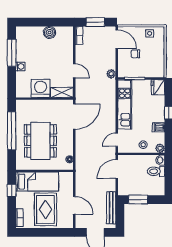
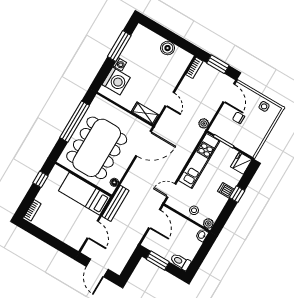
washing machine: (41, 88) -> (116, 81), moved, turned 90
dishwasher: (159, 127) -> (226, 190), moved
dining table: (40, 141) -> (97, 148), width x1.36, depth x1.24
door: (117, 169) -> (155, 219), swing flipped
toilet: (156, 171) -> (180, 262), moved
bed: (37, 182) -> (85, 194), moved, turned 180
bench: (111, 208) -> (115, 203), moved
rug: (45, 209) -> (62, 217), removed

